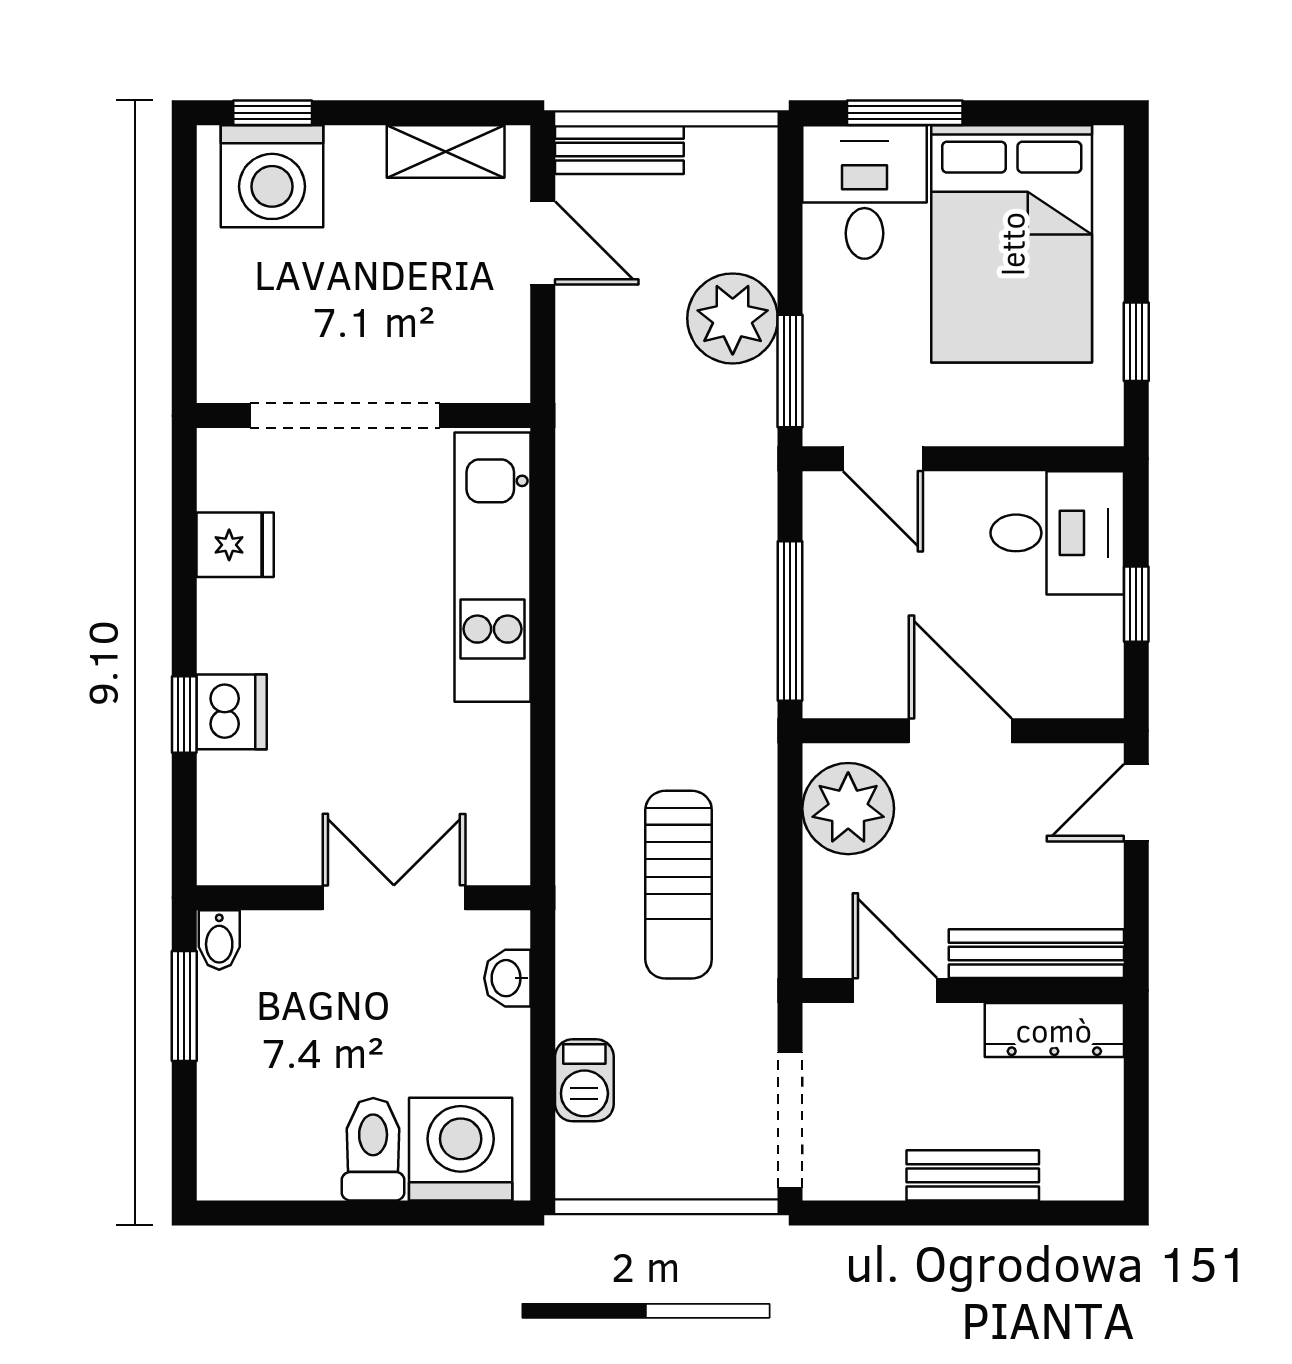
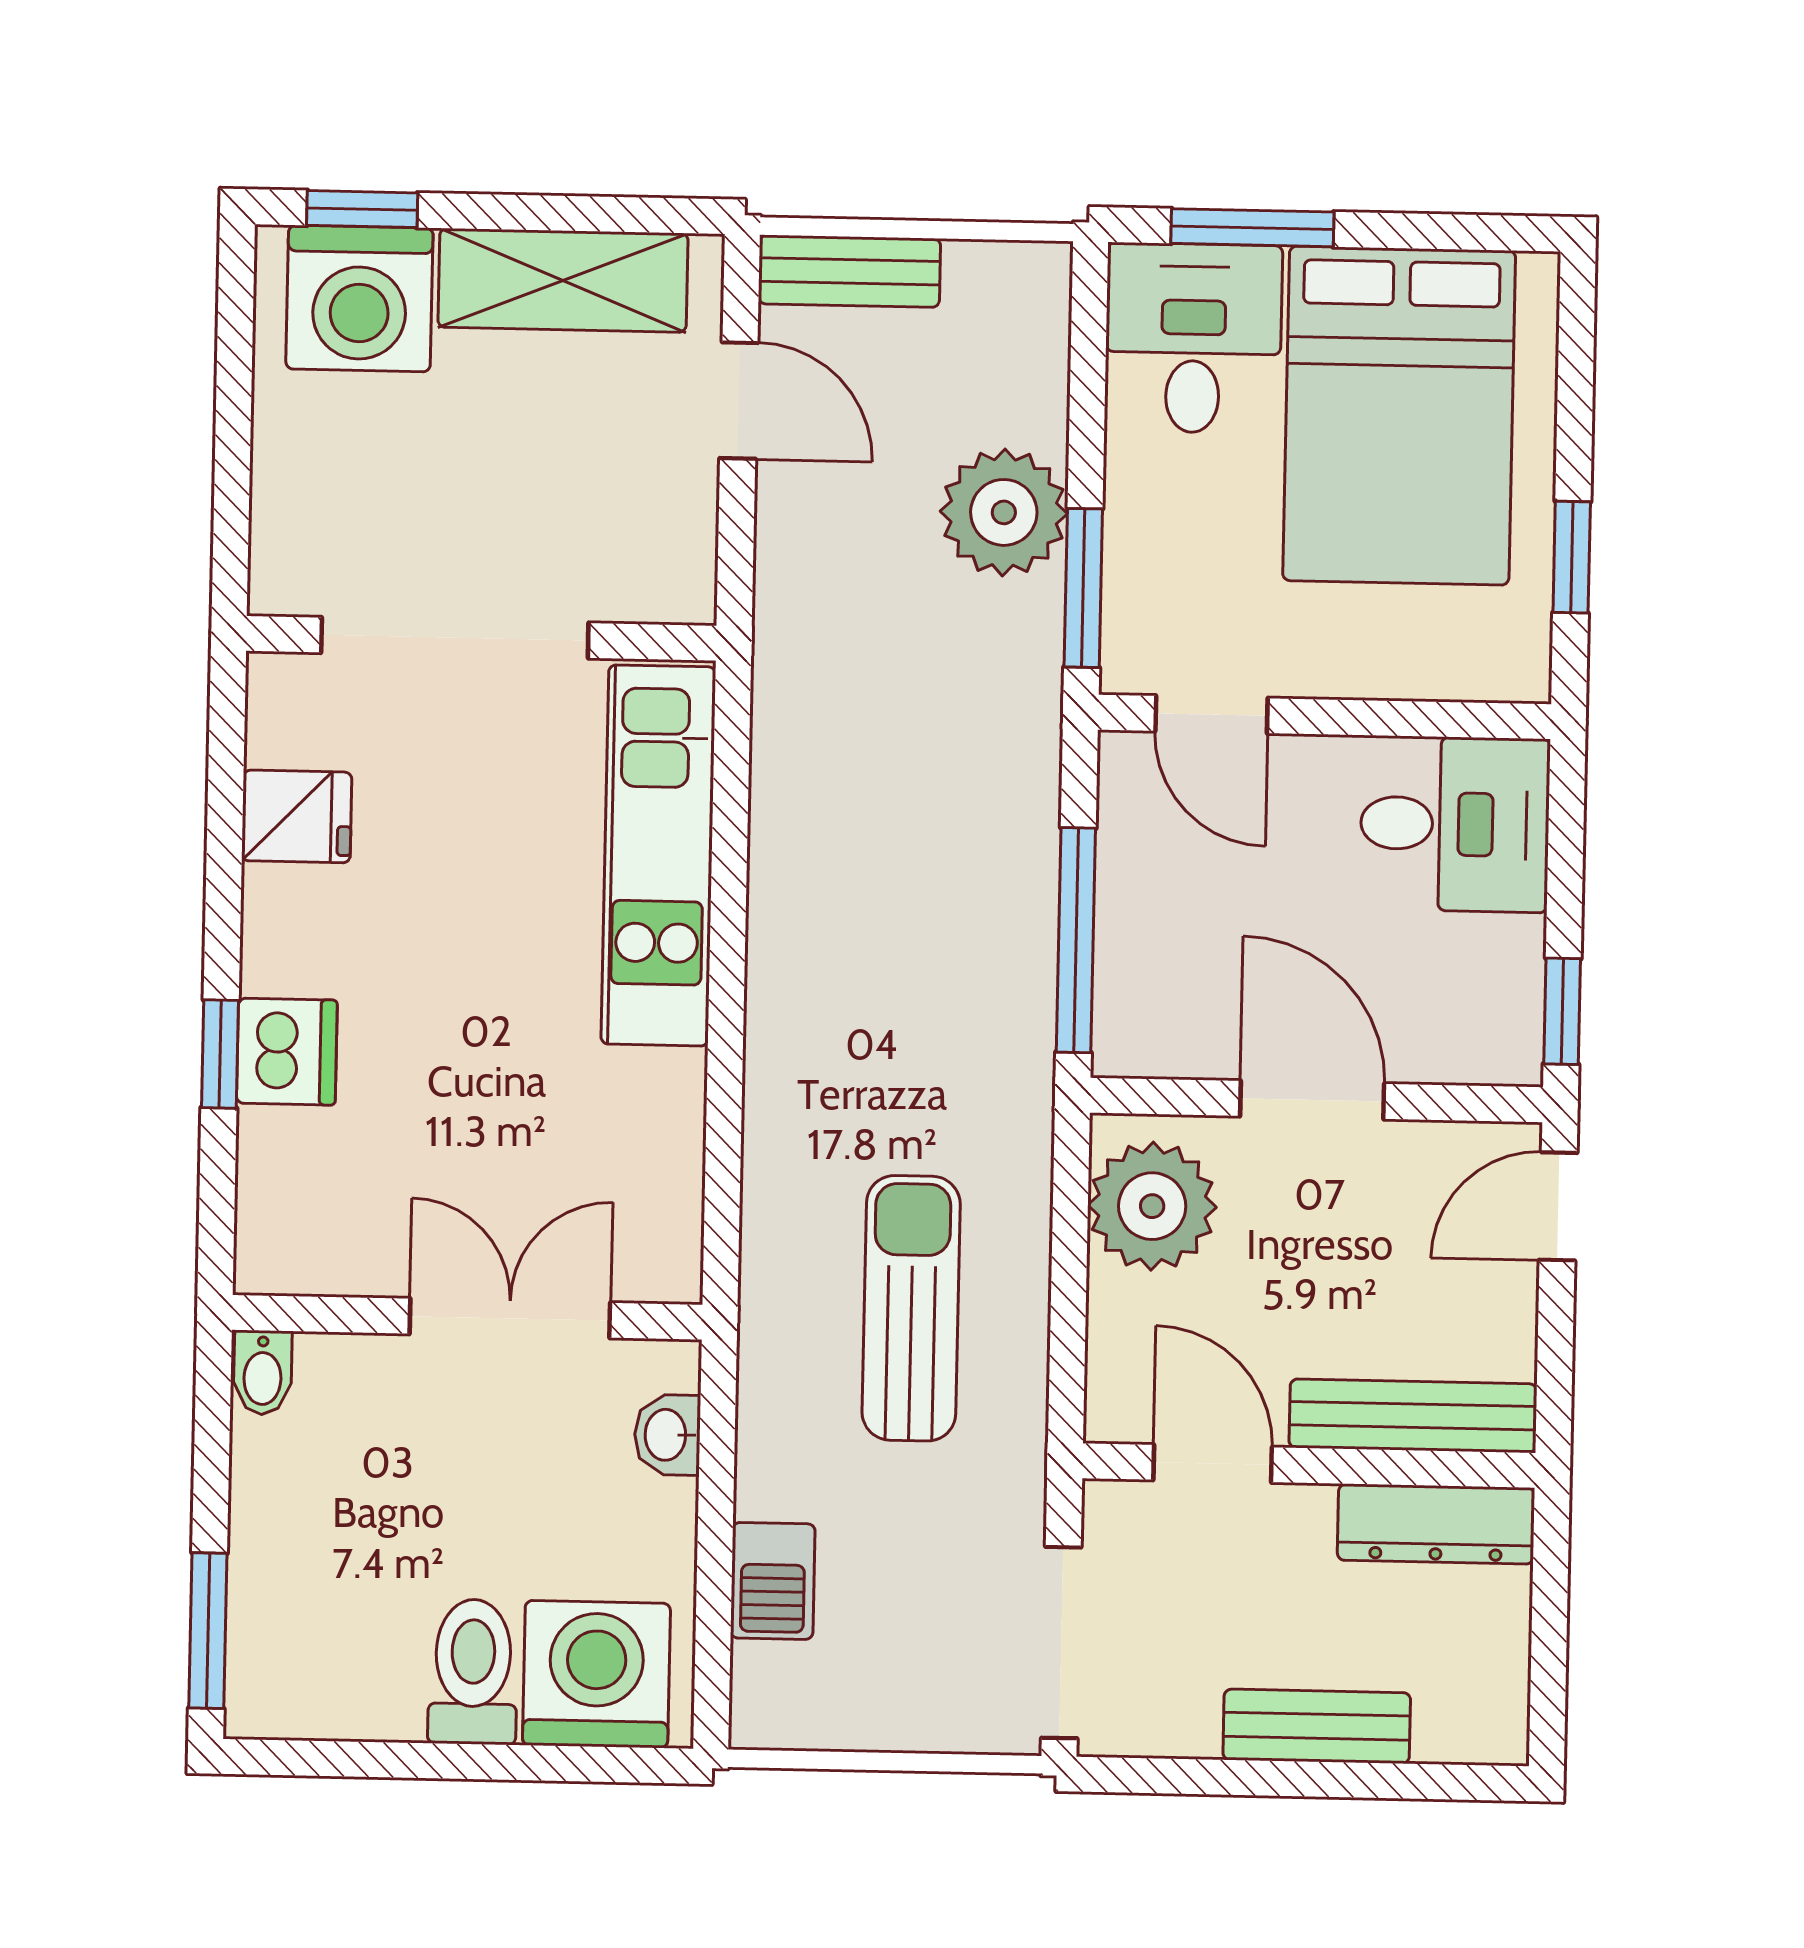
shelving: (446, 151) -> (563, 280), width x1.50, depth x1.33
window: (1136, 604) -> (1562, 1011), moved
sun lounger: (679, 885) -> (911, 1308), turned 180
window: (184, 1006) -> (208, 1631), moved

